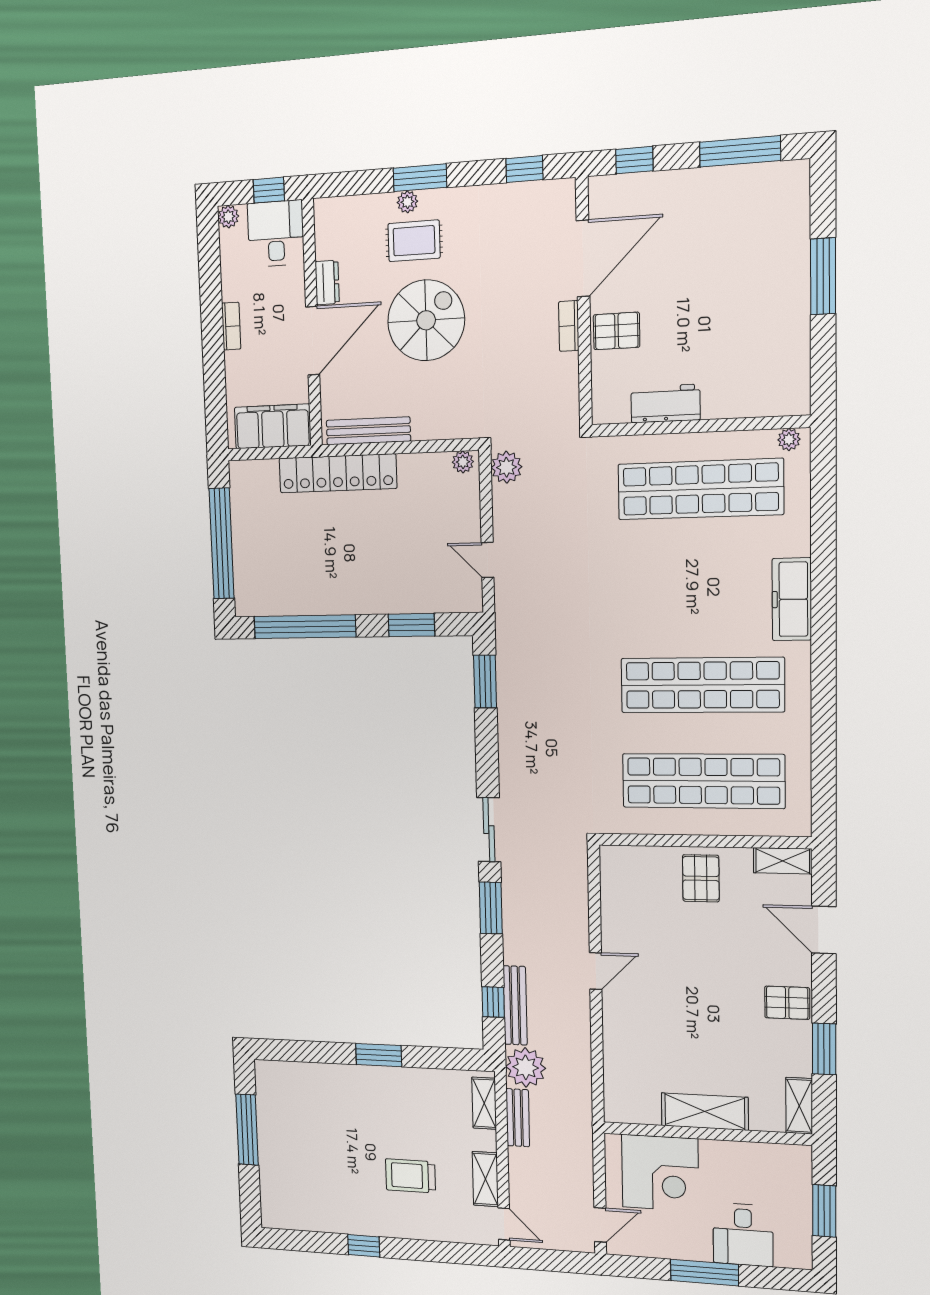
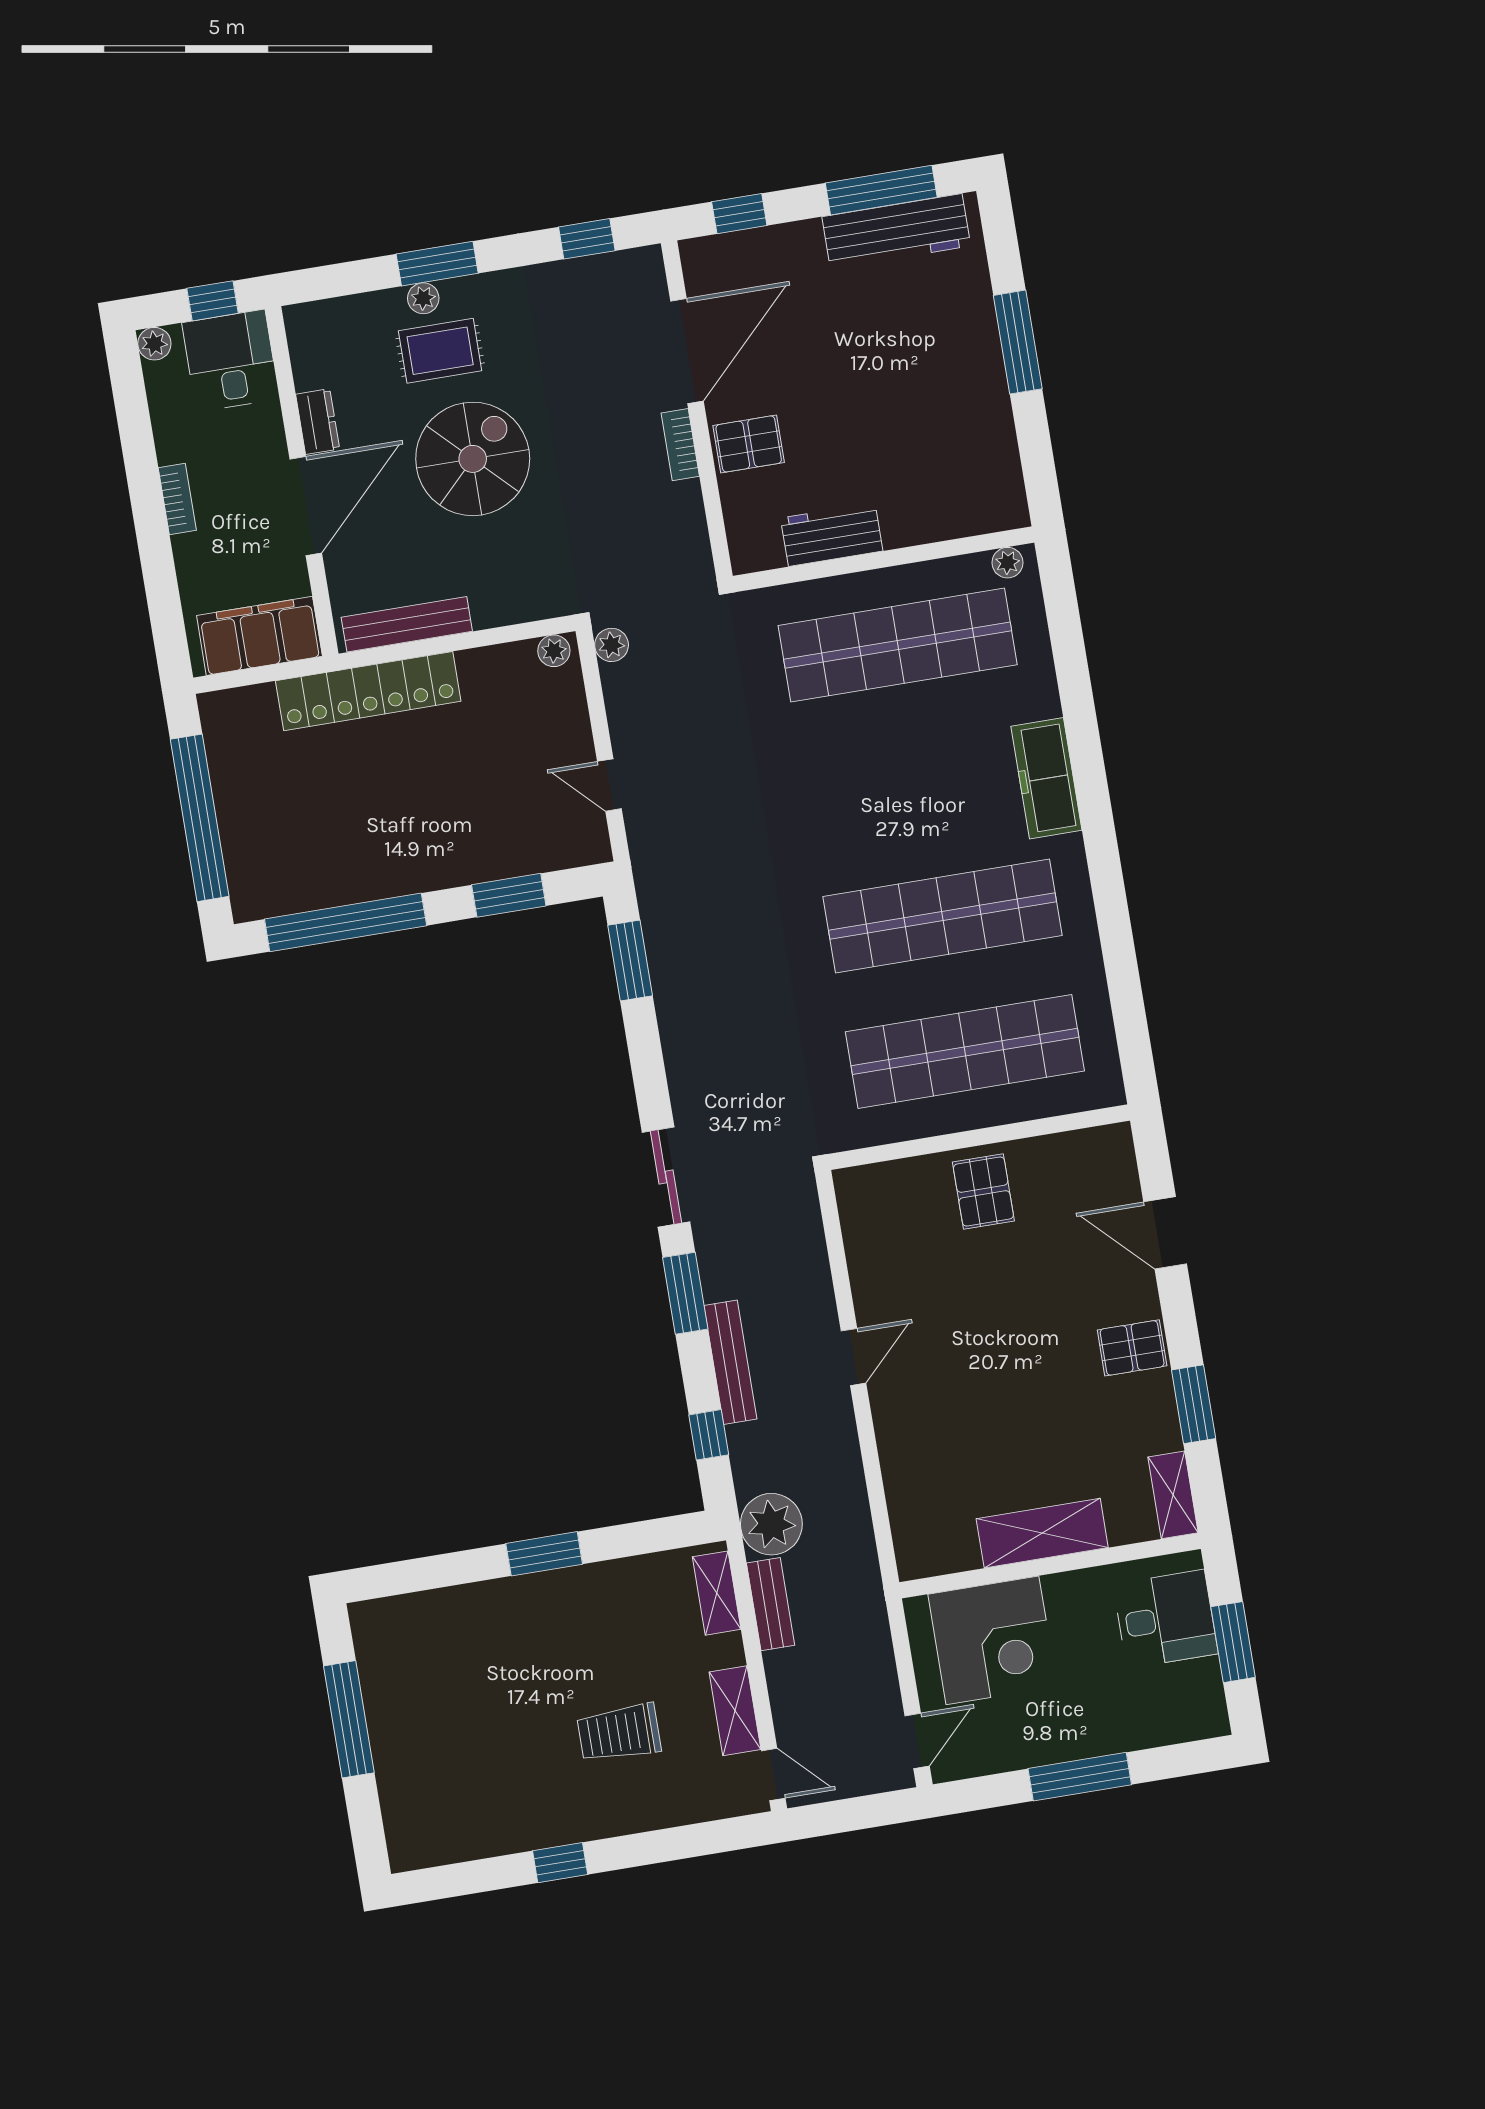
workbench: (746, 184) -> (896, 231), added
plant: (506, 467) -> (612, 645), width x0.73, depth x0.73
shelving: (783, 861) -> (1093, 1145), removed
bench: (515, 1005) -> (730, 1362), moved
desk: (743, 1235) -> (1165, 1619), moved, turned -90

